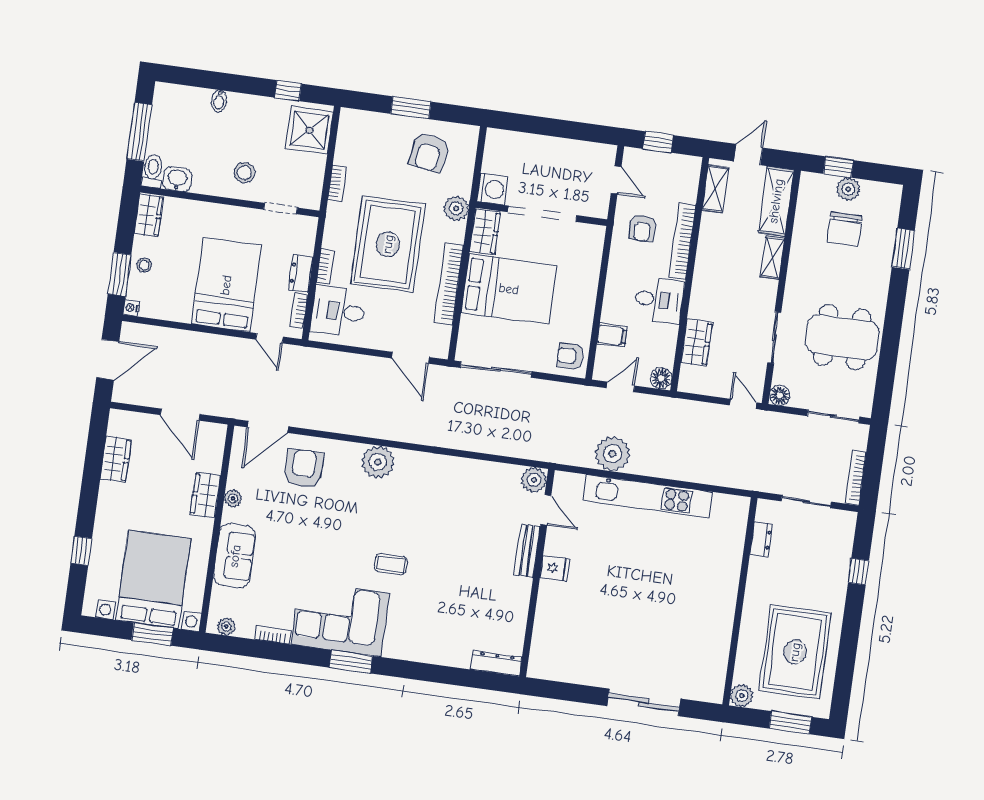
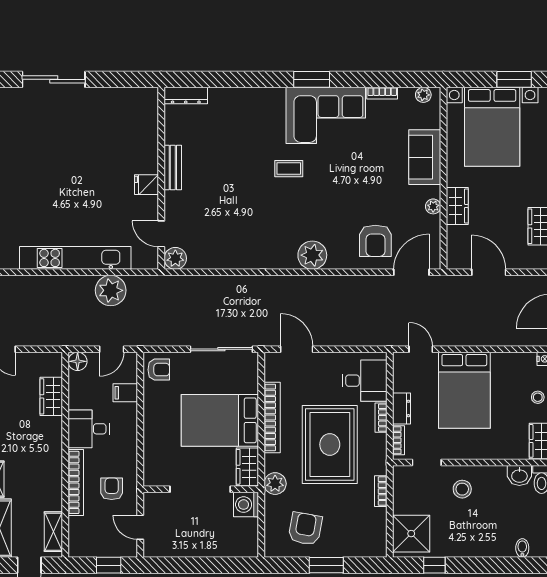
bidet: (219, 101) -> (522, 548), moved
bookcase: (299, 310) -> (399, 440), moved
bench: (527, 551) -> (173, 167), moved
window: (152, 634) -> (514, 79), moved

